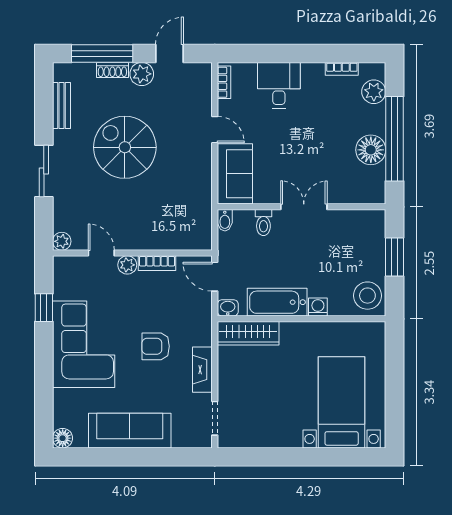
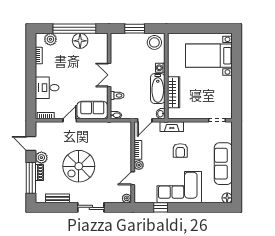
wardrobe: (248, 333) -> (174, 92), moved
fireplace: (202, 370) -> (172, 127), moved

